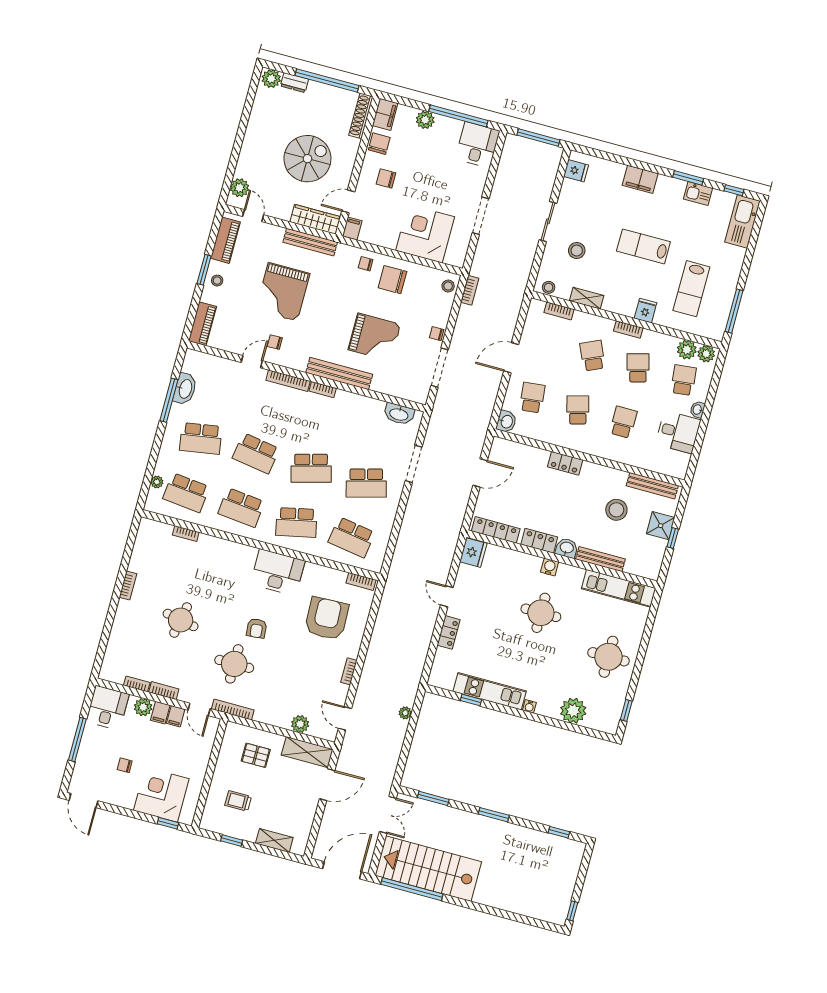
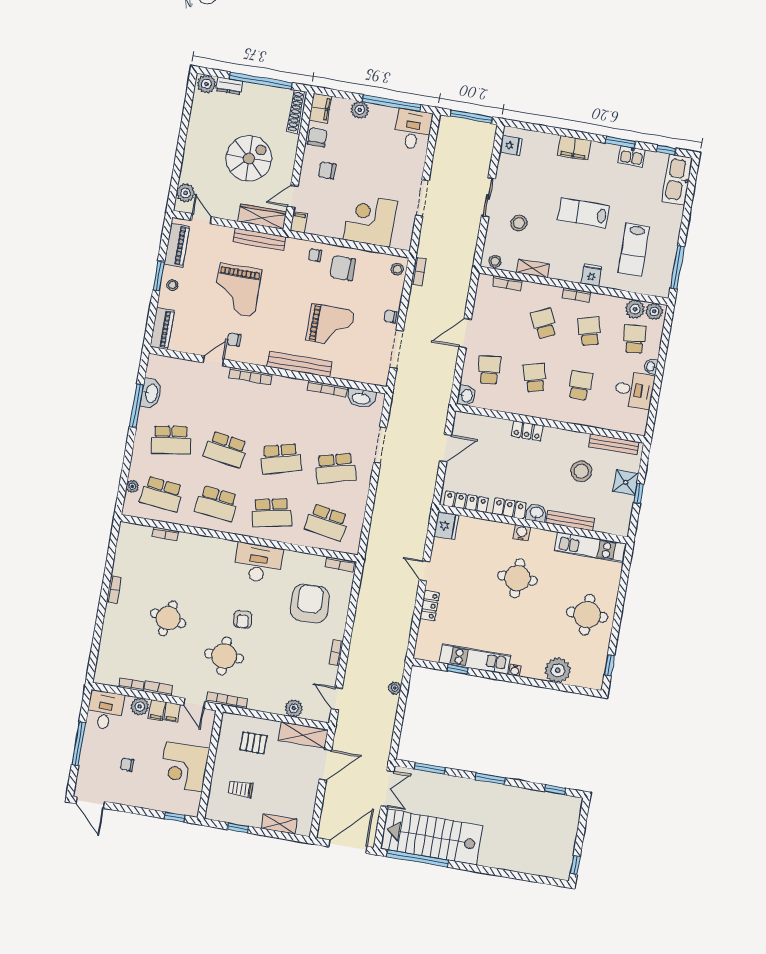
bookcase: (323, 390) -> (327, 389), moved, width x1.56
corner desk: (161, 795) -> (184, 767), moved, turned -90

